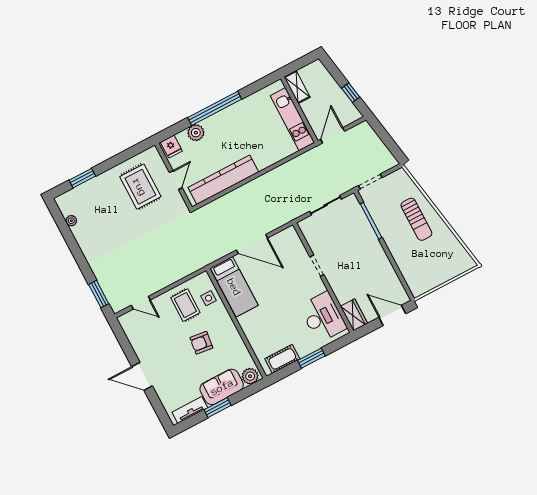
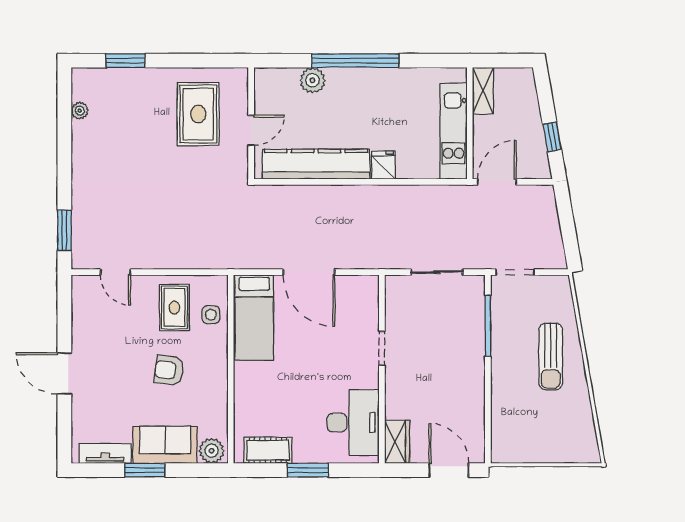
fridge: (171, 147) -> (383, 165), moved, turned 180

